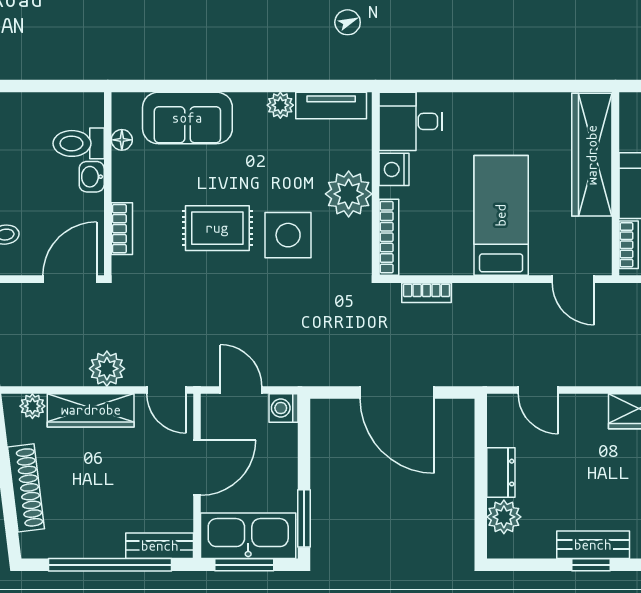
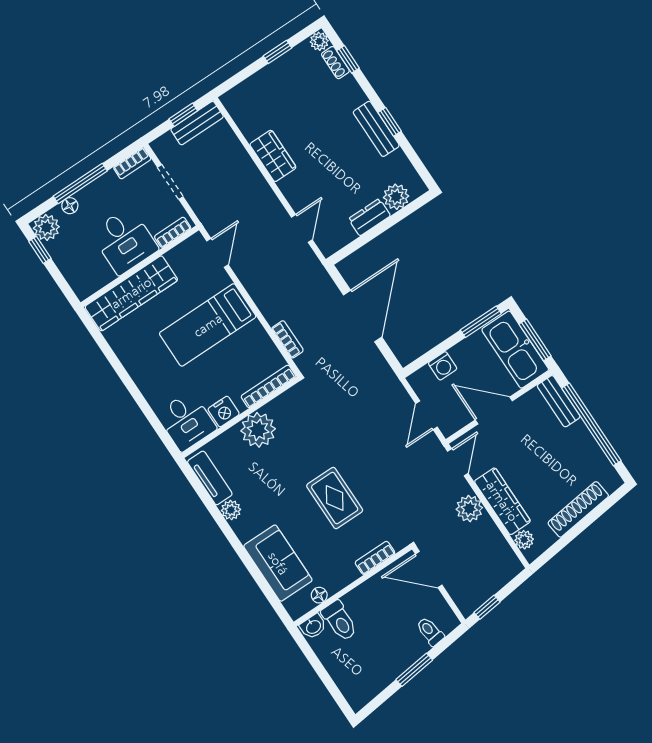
washbasin: (92, 177) -> (313, 627), moved
side table: (288, 235) -> (309, 451), removed
washing machine: (284, 408) -> (443, 366), moved

